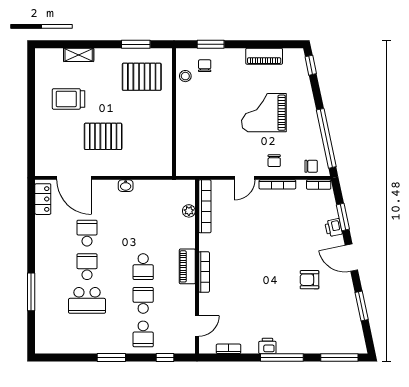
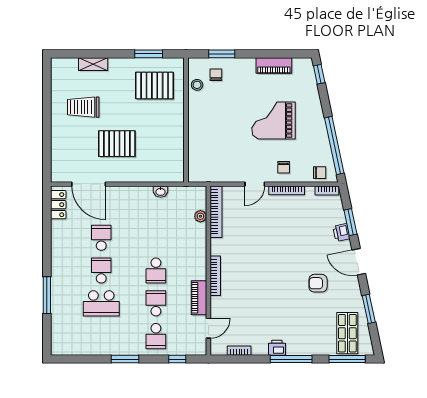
washbasin: (126, 186) -> (161, 192), moved
piano: (187, 266) -> (199, 298), moved
shop shelf: (340, 331) -> (347, 333), added

